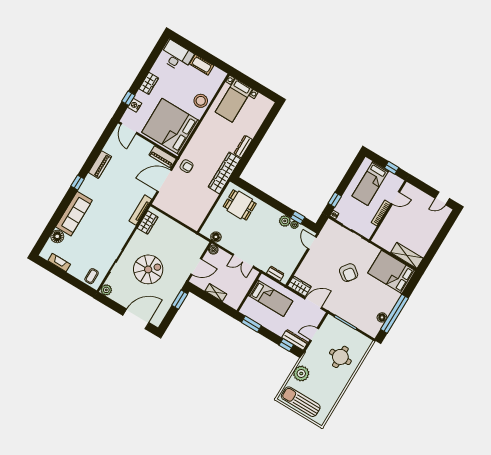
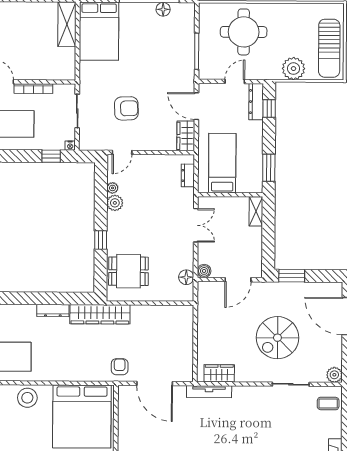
piano: (163, 157) -> (126, 404), removed
dining table: (240, 205) -> (128, 271), turned 90
window: (298, 217) -> (101, 240), moved
door: (196, 267) -> (238, 280), swing flipped
spiral stairs: (148, 269) -> (277, 338), turned -90
armchair: (349, 273) -> (126, 108), moved, turned 51
shelving: (216, 292) -> (256, 211), moved
door: (314, 334) -> (235, 81), swing flipped
round table: (340, 357) -> (244, 32), width x1.36, depth x1.36

